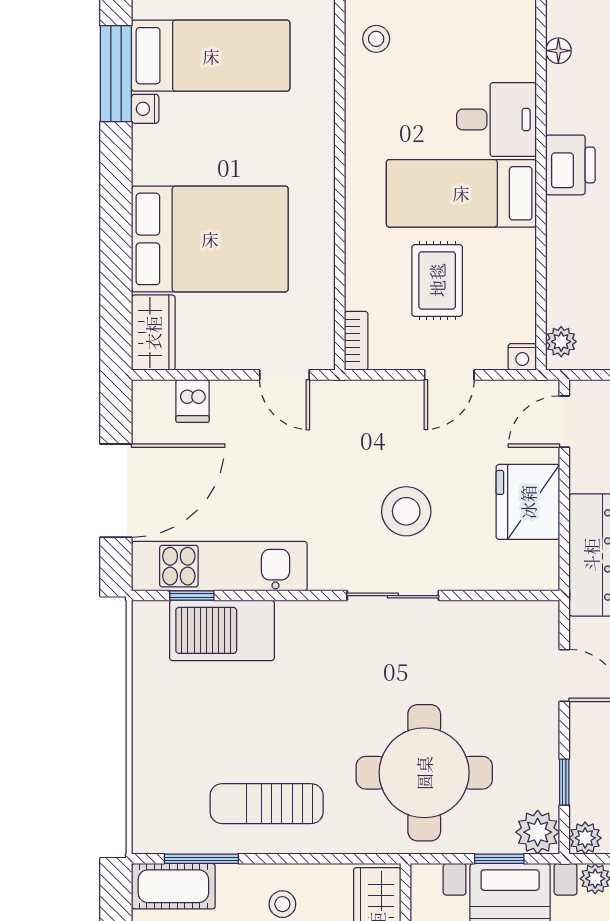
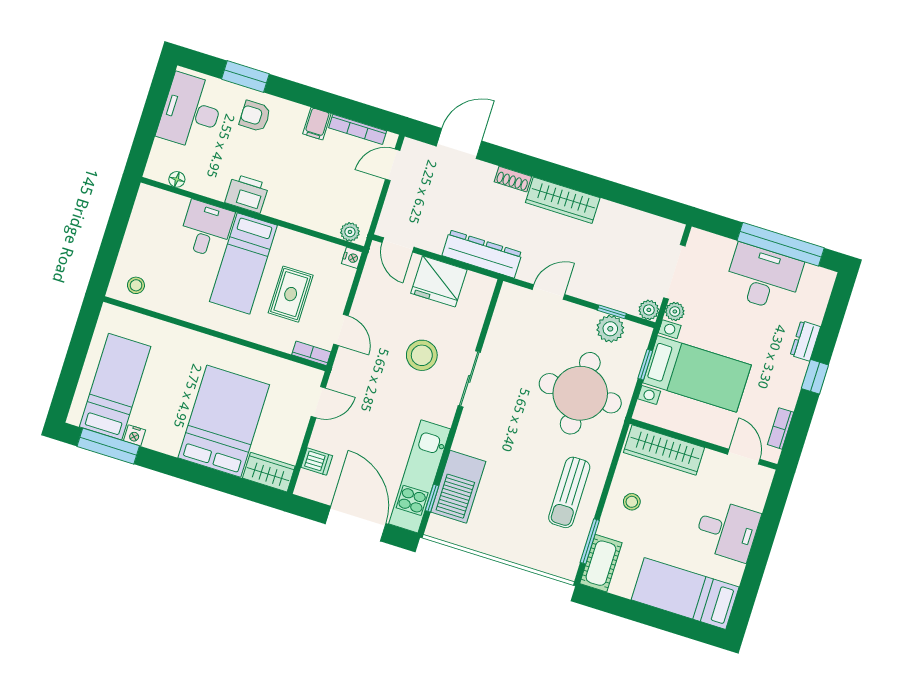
rug: (437, 280) -> (291, 294), turned 90
door: (449, 375) -> (341, 330), moved
plant: (538, 832) -> (610, 329), moved

